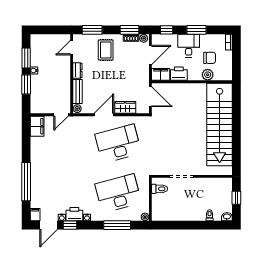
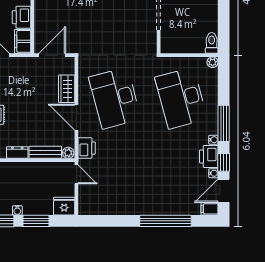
fridge: (37, 106) -> (64, 206), added
printer: (81, 122) -> (87, 148), added
filing cabinet: (37, 126) -> (92, 206), removed
toilet: (160, 189) -> (212, 43), moved
door: (49, 225) -> (224, 191), swing flipped
window: (117, 225) -> (224, 123), moved

